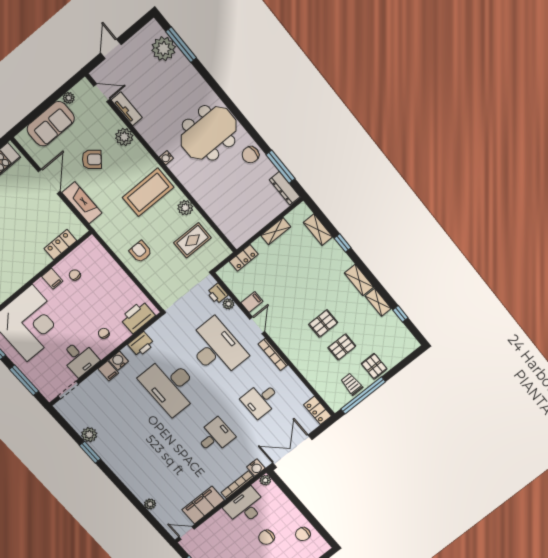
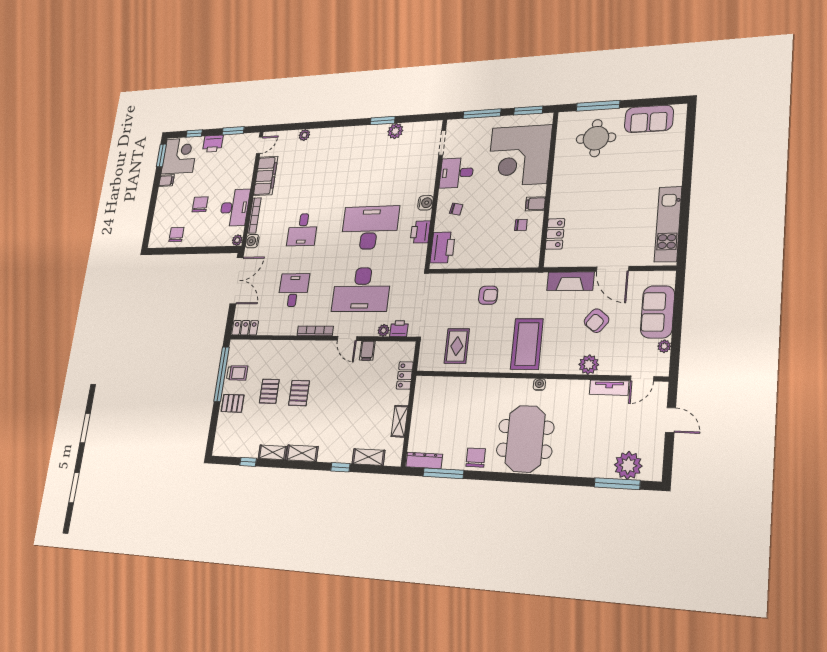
plant: (185, 208) -> (486, 364), removed
filing cabinet: (108, 371) -> (426, 188), removed

